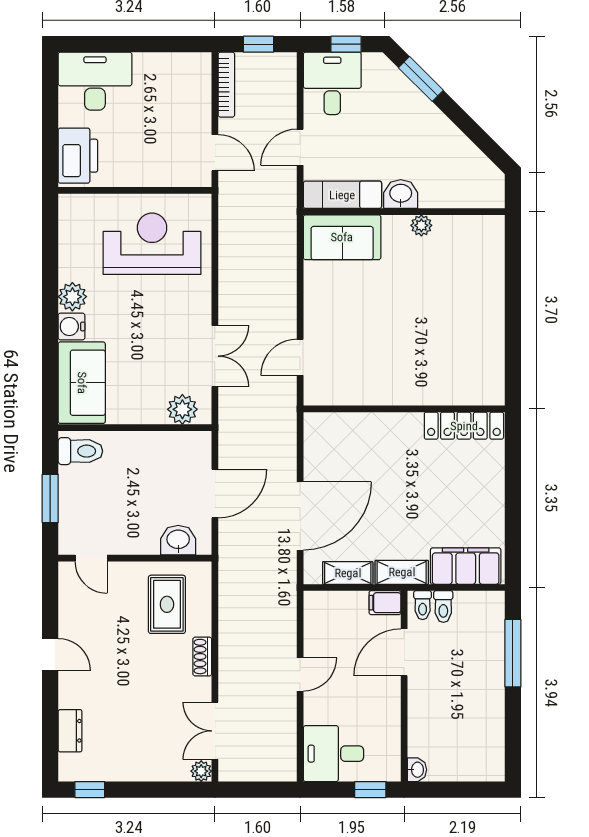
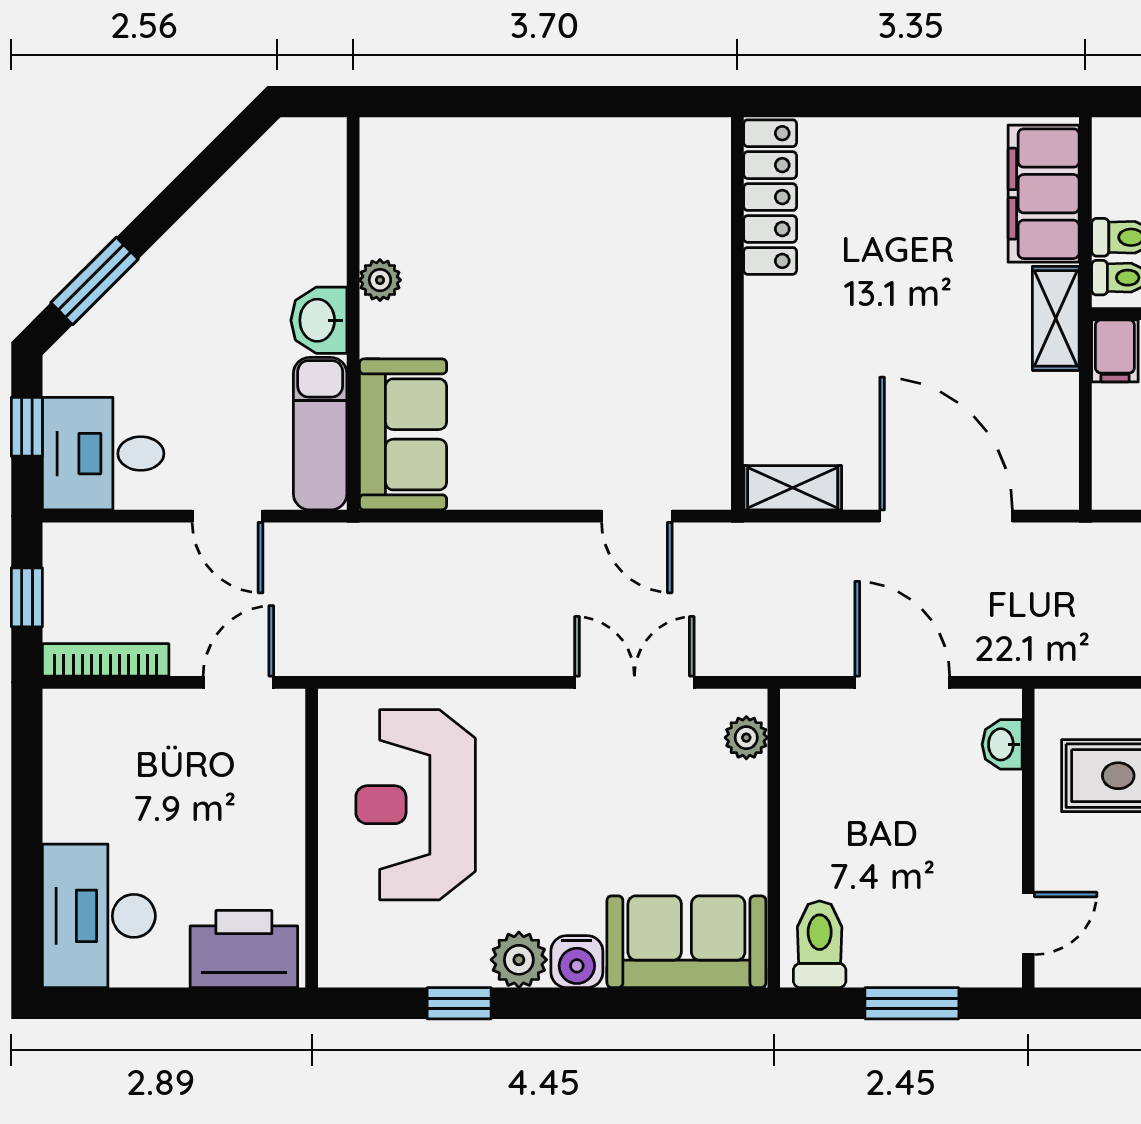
window: (50, 266) -> (459, 1003), added
plant: (182, 409) -> (746, 738), width x0.73, depth x0.73
washbasin: (178, 540) -> (1002, 744), width x0.72, depth x0.69
shelving: (348, 573) -> (793, 488), moved, turned 90

